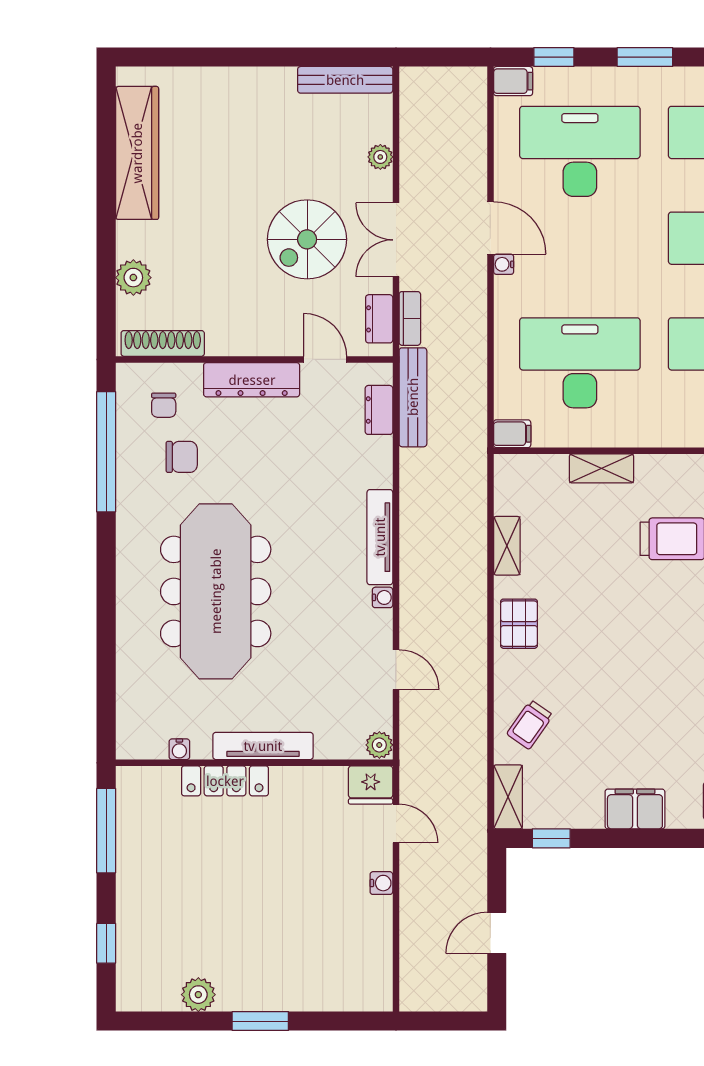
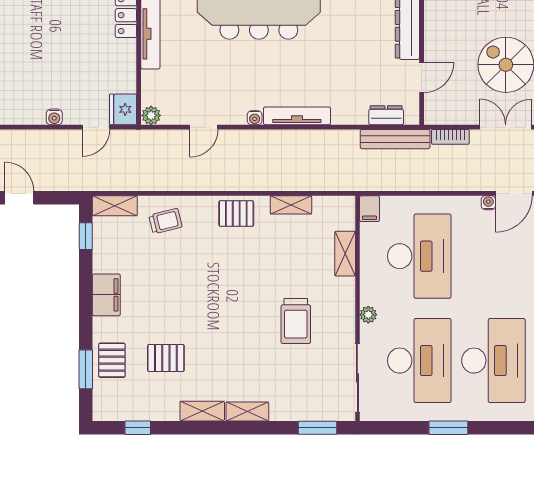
dresser: (379, 319) -> (450, 115), removed
plant: (663, 435) -> (368, 315), added
shelving: (601, 468) -> (345, 254), moved
trolley: (530, 725) -> (165, 221), turned 131

